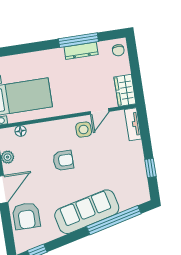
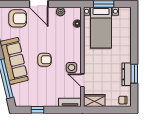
window: (78, 40) -> (134, 74), width x0.69
armchair: (63, 160) -> (44, 60), moved, turned -90
armchair: (26, 216) -> (18, 18), turned 180

